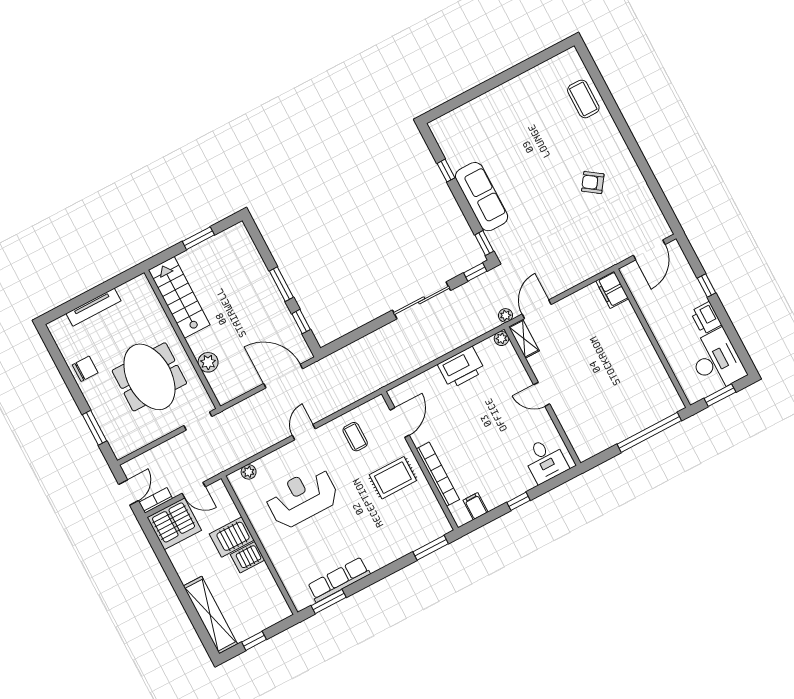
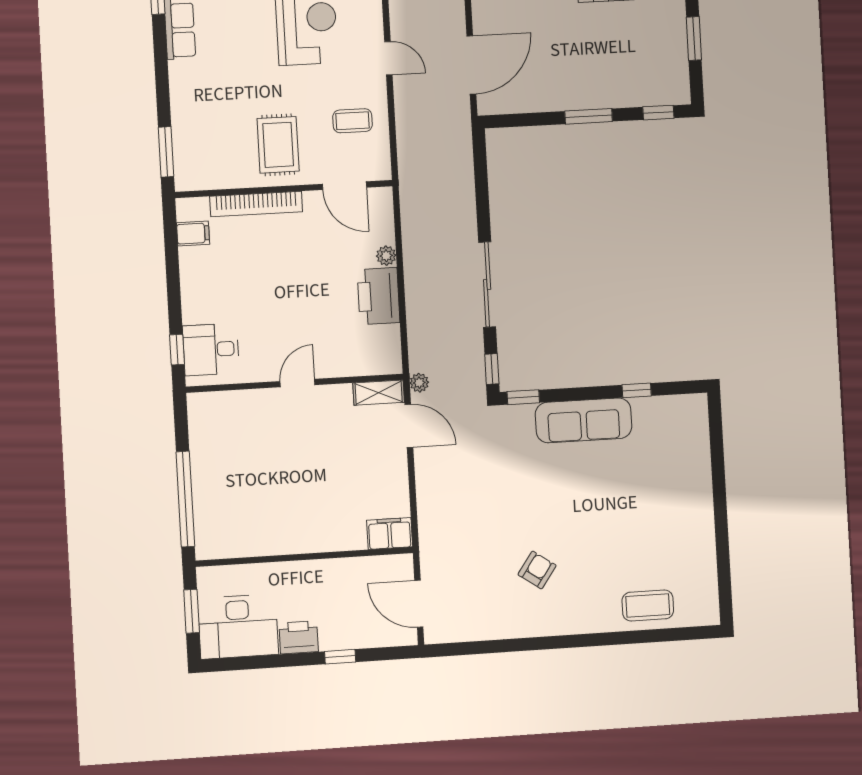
window: (301, 322) -> (658, 113), moved
plant: (502, 338) -> (386, 256), moved
window: (518, 501) -> (177, 350), moved

